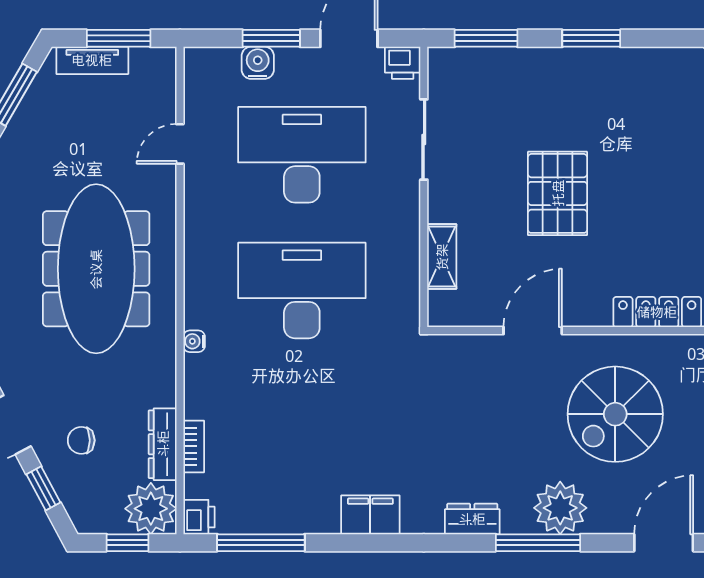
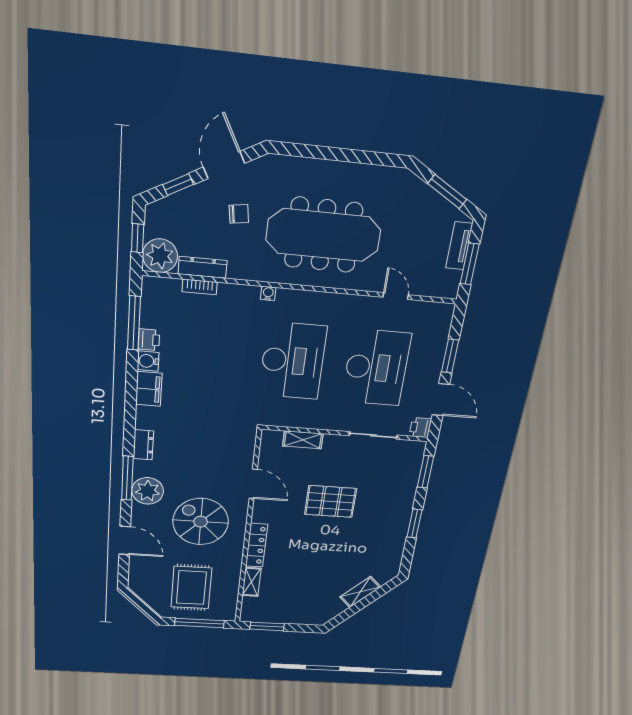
water cooler: (258, 63) -> (148, 361), moved, turned 180
chair: (81, 440) -> (239, 214), moved, turned 82
printer: (199, 517) -> (149, 340), moved, turned -90

